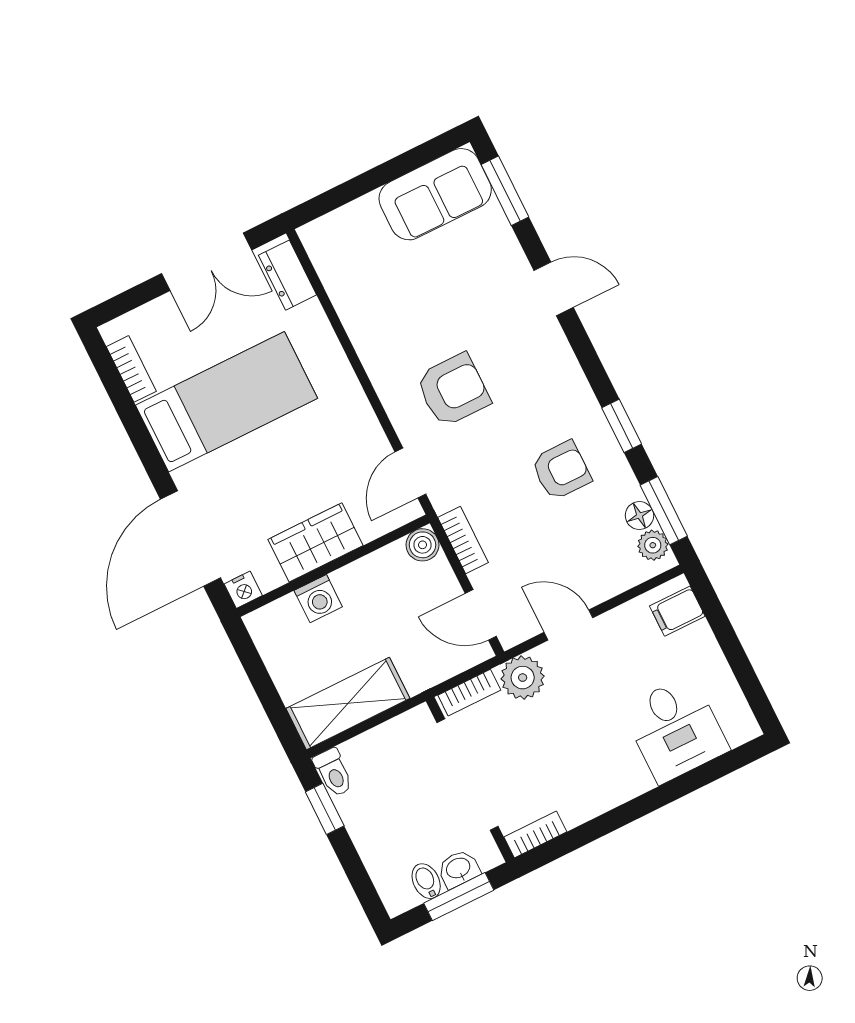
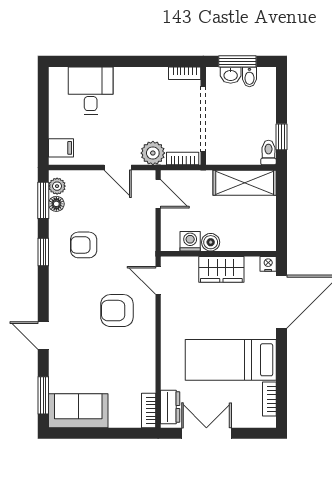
door: (410, 473) -> (158, 280), swing flipped
bookcase: (463, 540) -> (149, 410), moved
boiler: (422, 545) -> (211, 242), moved
washing machine: (318, 599) -> (190, 241), moved

